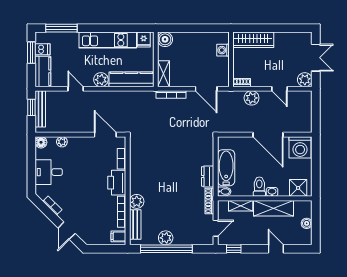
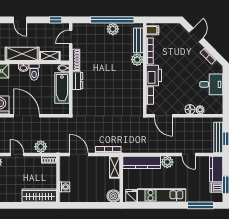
floor lamp: (41, 142) -> (190, 109), moved

